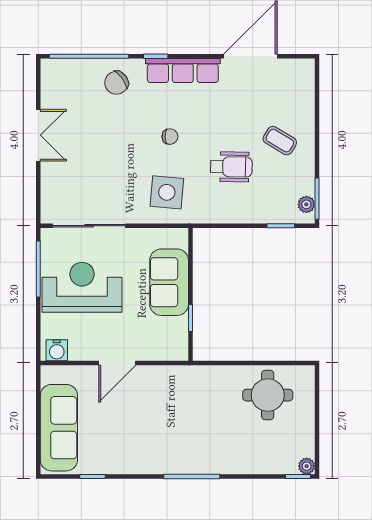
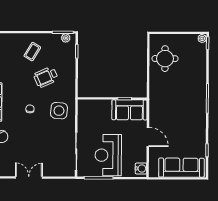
wheelchair: (231, 167) -> (46, 77), turned -115
sofa: (169, 282) -> (129, 110), moved

